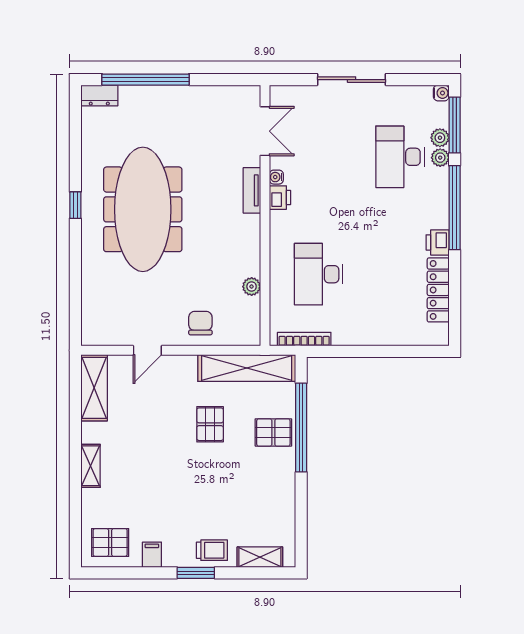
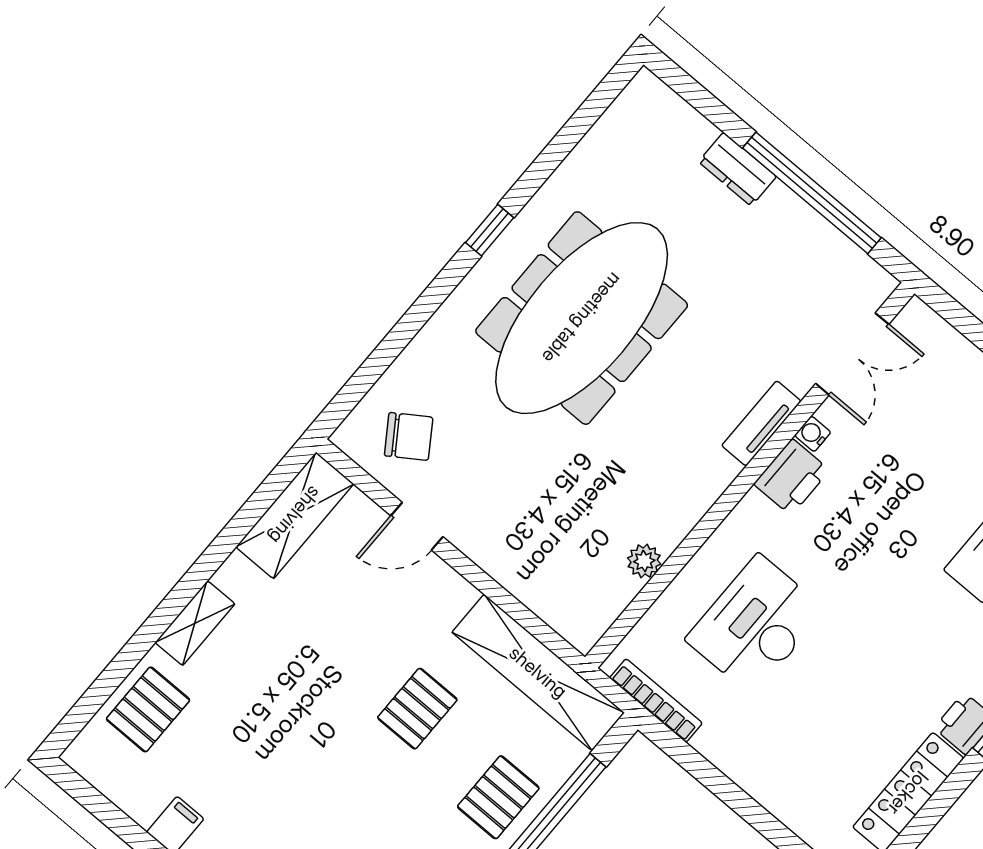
window: (146, 80) -> (812, 193), moved
dresser: (99, 95) -> (737, 169), moved
printer: (280, 198) -> (792, 477), width x1.36, depth x1.24
chair: (200, 323) -> (409, 436), moved, turned 56
pallet: (273, 432) -> (498, 797), turned 90
pallet: (110, 542) -> (148, 709), moved, turned 90

